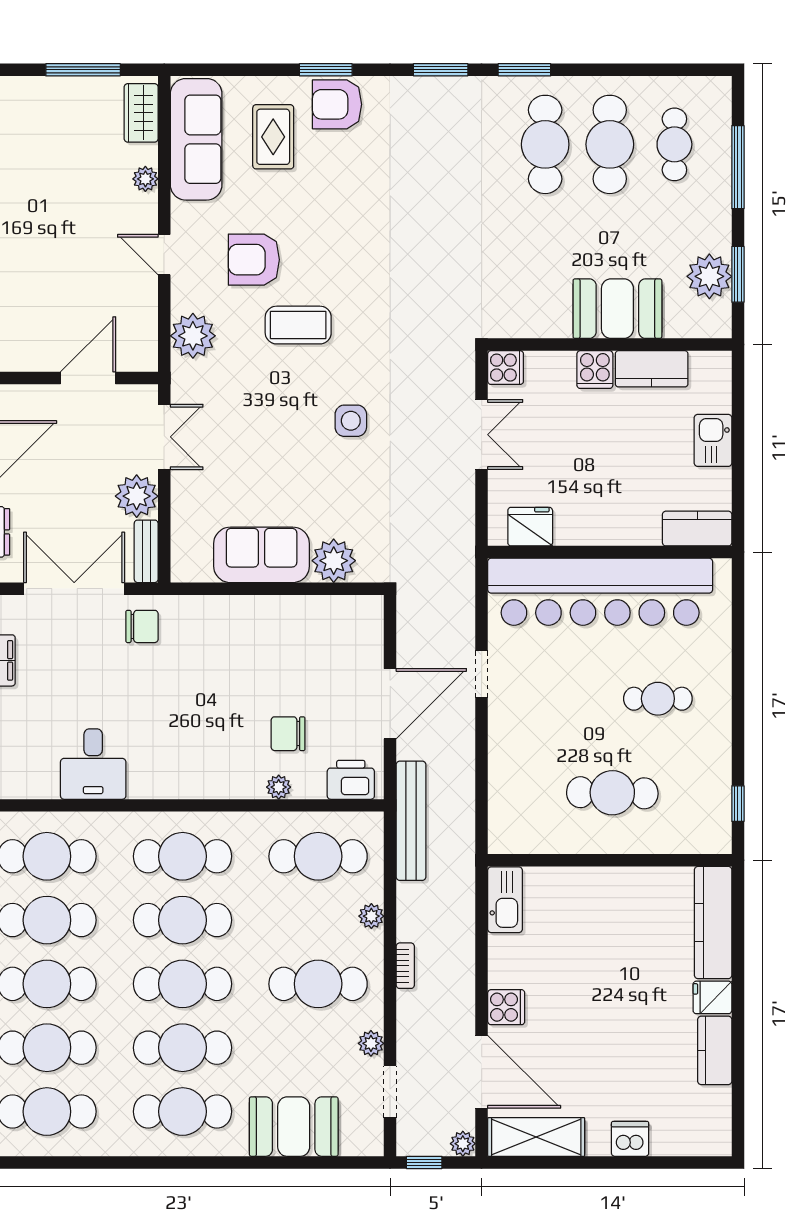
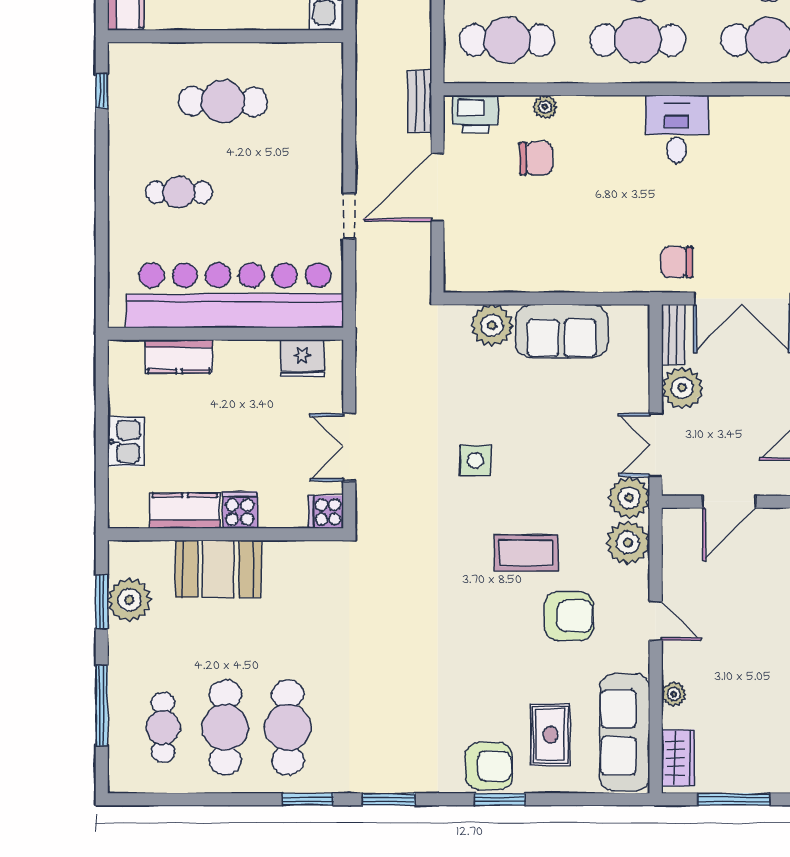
plant: (192, 382) -> (629, 498), added
kitchen counter: (697, 529) -> (179, 356), moved
desk: (93, 764) -> (677, 129), moved
bench: (411, 821) -> (420, 101), width x0.54, depth x0.82

